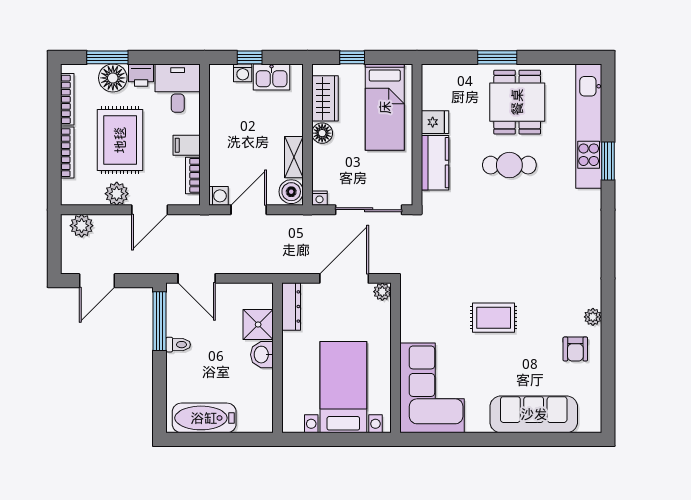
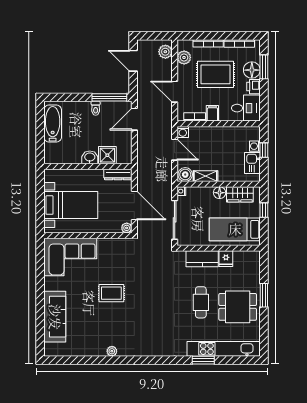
plant: (117, 194) -> (184, 57), moved
rug: (494, 318) -> (111, 293), turned 90
armchair: (575, 349) -> (93, 341), removed

